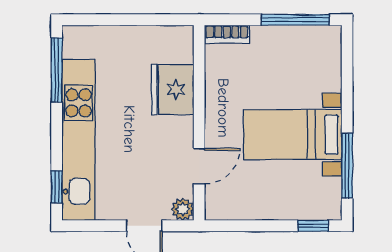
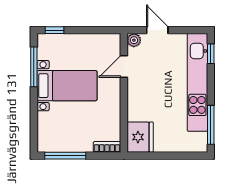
fridge: (173, 89) -> (140, 137), moved

